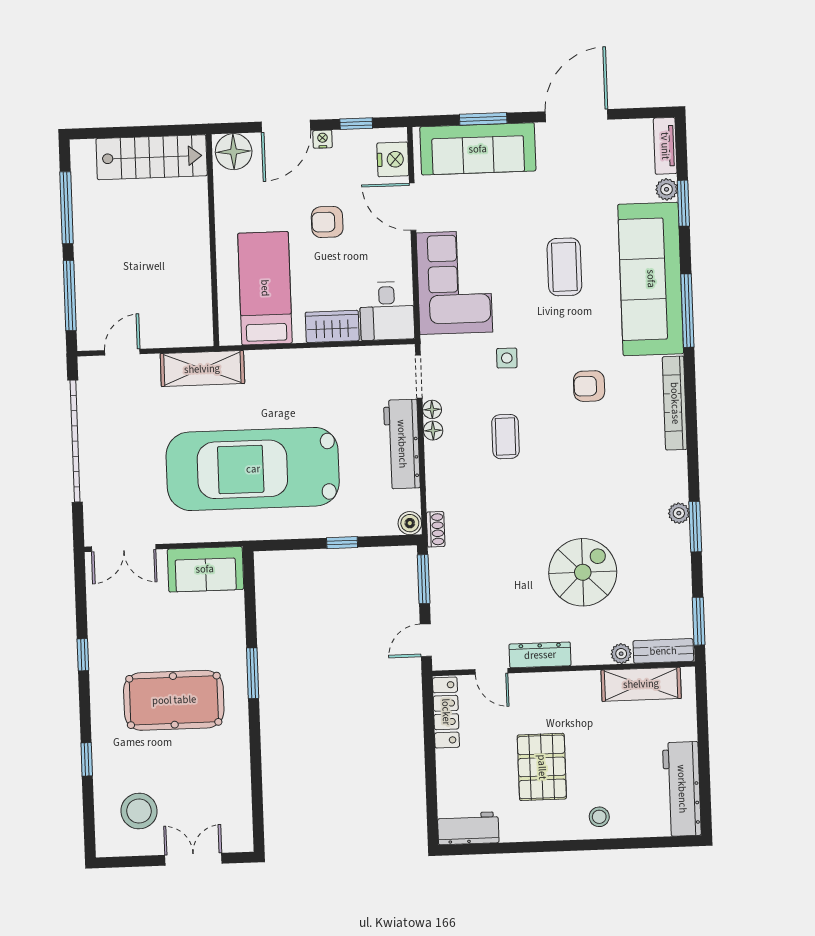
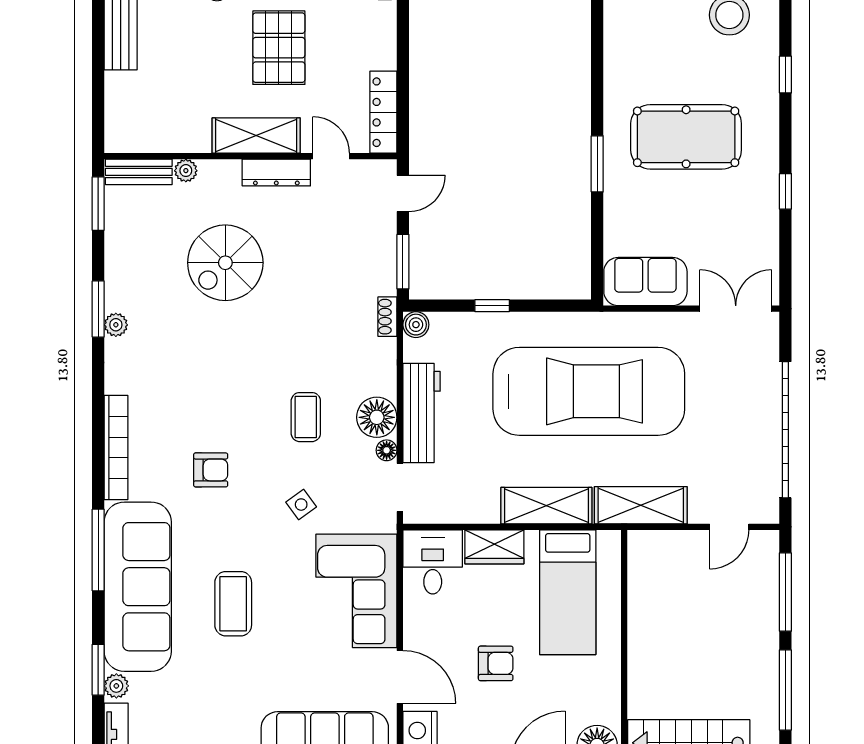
side table: (507, 358) -> (301, 505), turned -37
shelving: (287, 365) -> (546, 506), added
floor lamp: (433, 431) -> (377, 417), width x1.89, depth x1.89
shelving: (641, 684) -> (256, 136), moved

